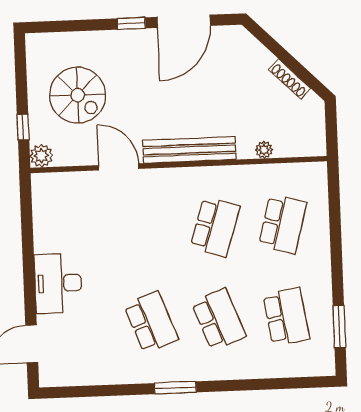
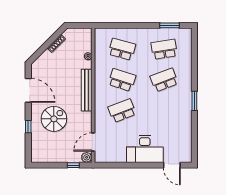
window: (131, 23) -> (28, 127), moved
spiral stairs: (78, 95) -> (54, 119), moved
door: (119, 167) -> (93, 142), moved
desk: (58, 283) -> (145, 149), width x1.36, depth x1.30
school desk: (151, 322) -> (122, 111), moved

